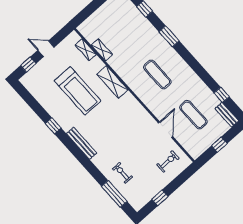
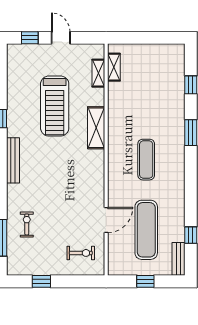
shelving: (102, 50) -> (114, 67), moved
exercise mat: (193, 115) -> (146, 230), width x1.36, depth x1.45

